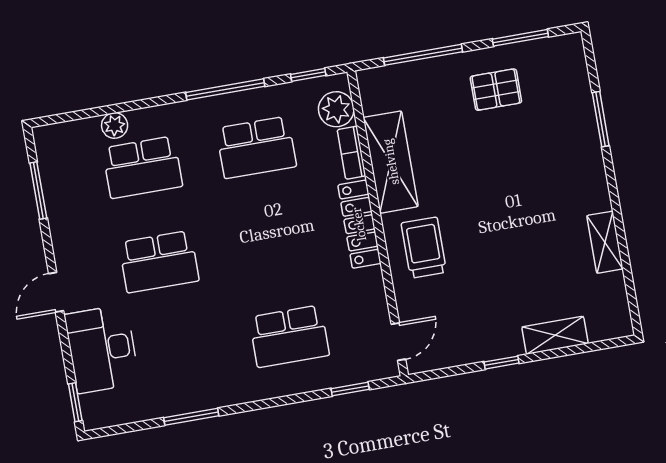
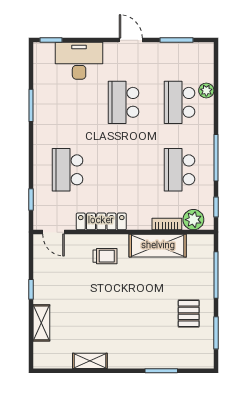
locker: (359, 224) -> (101, 221), moved
trolley: (424, 248) -> (105, 256), width x0.73, depth x0.72
door: (56, 292) -> (131, 40), moved

